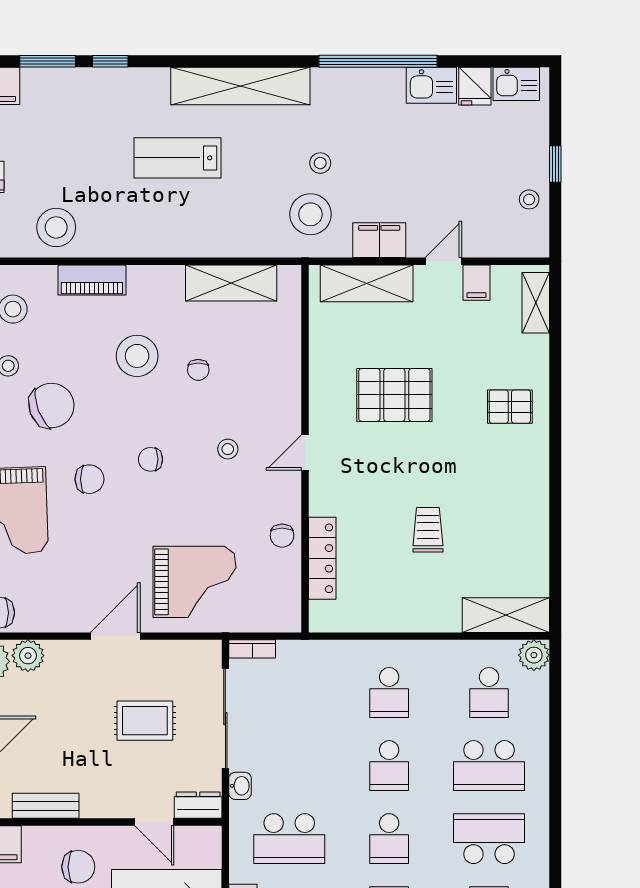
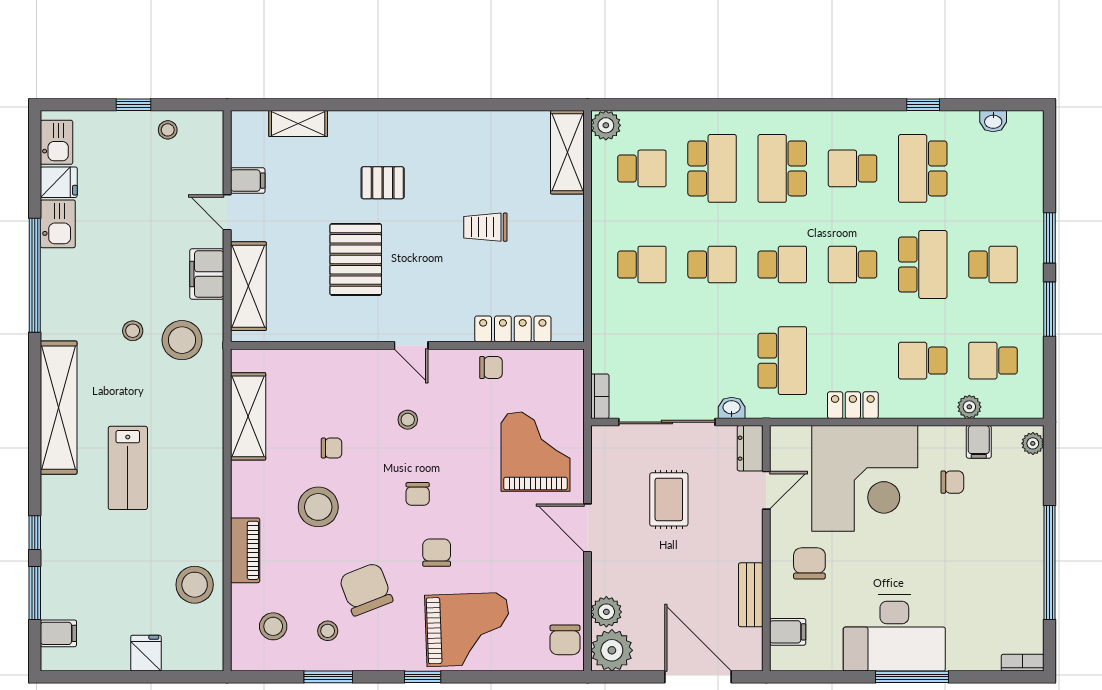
shelving: (536, 303) -> (298, 124), moved
pallet: (510, 407) -> (383, 183), moved, turned 90

